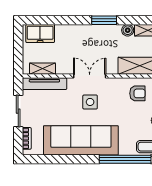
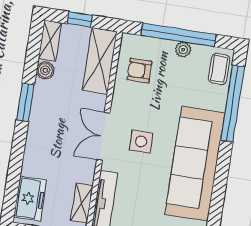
armchair: (137, 93) -> (140, 71), turned -90

